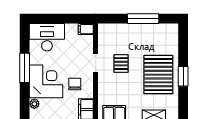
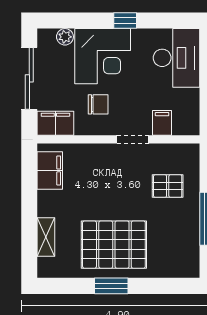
filing cabinet: (86, 29) -> (162, 123), moved
pallet: (121, 64) -> (168, 186), moved
window: (25, 68) -> (125, 21), width x0.46

